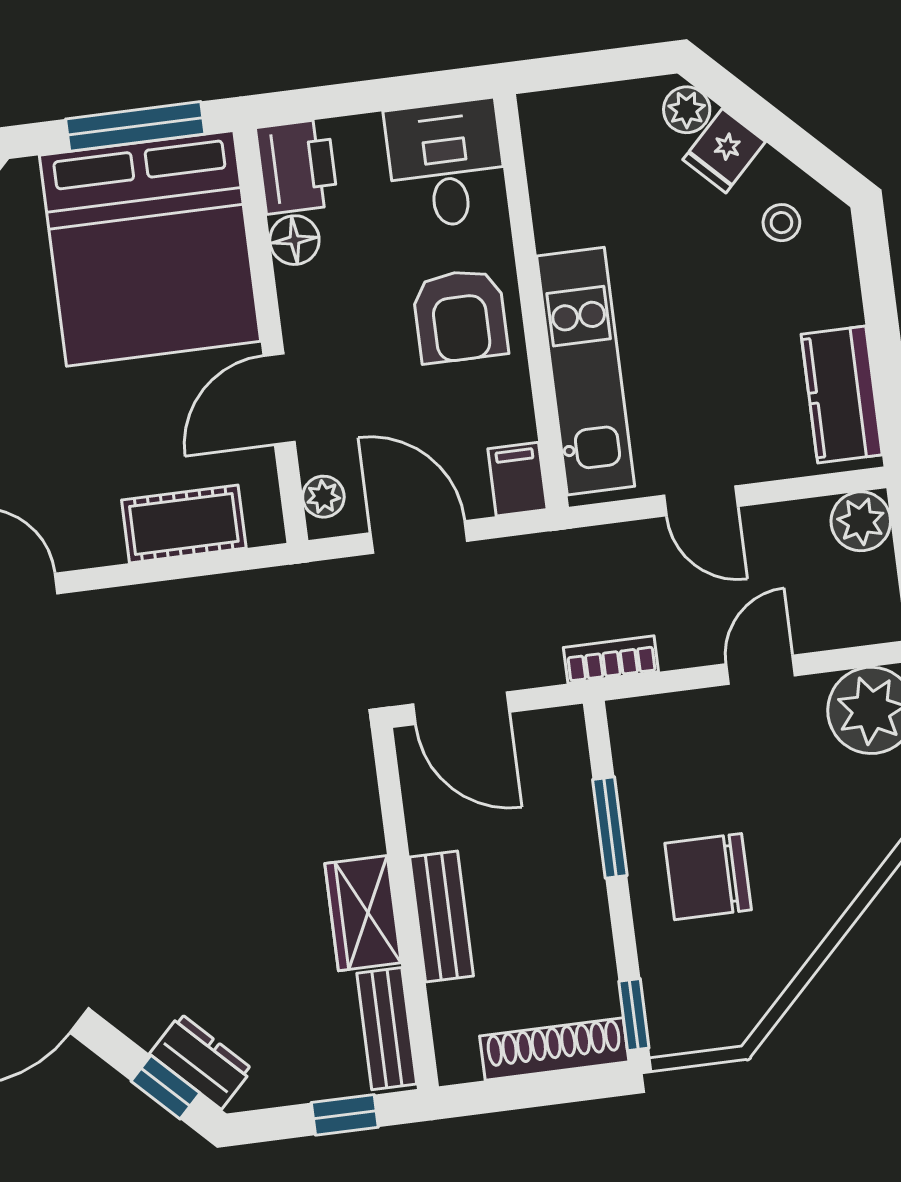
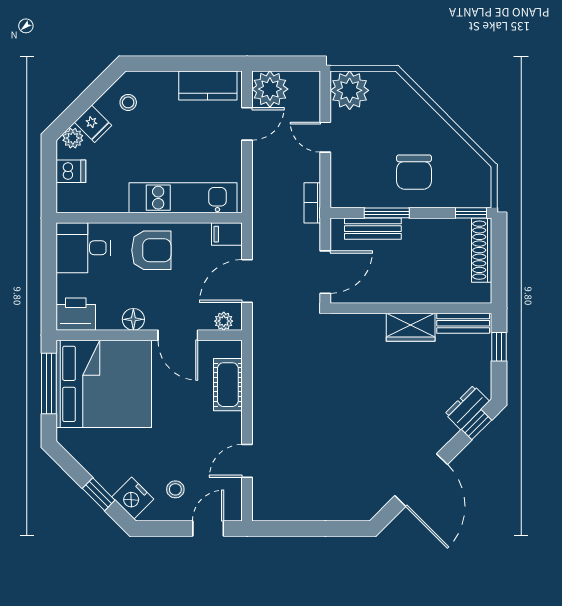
dishwasher: (613, 115) -> (71, 171), added
floor lamp: (294, 240) -> (133, 319), moved
door: (701, 501) -> (247, 124), moved
plant: (861, 521) -> (270, 89), width x1.36, depth x1.36
bench: (441, 917) -> (373, 229), moved

